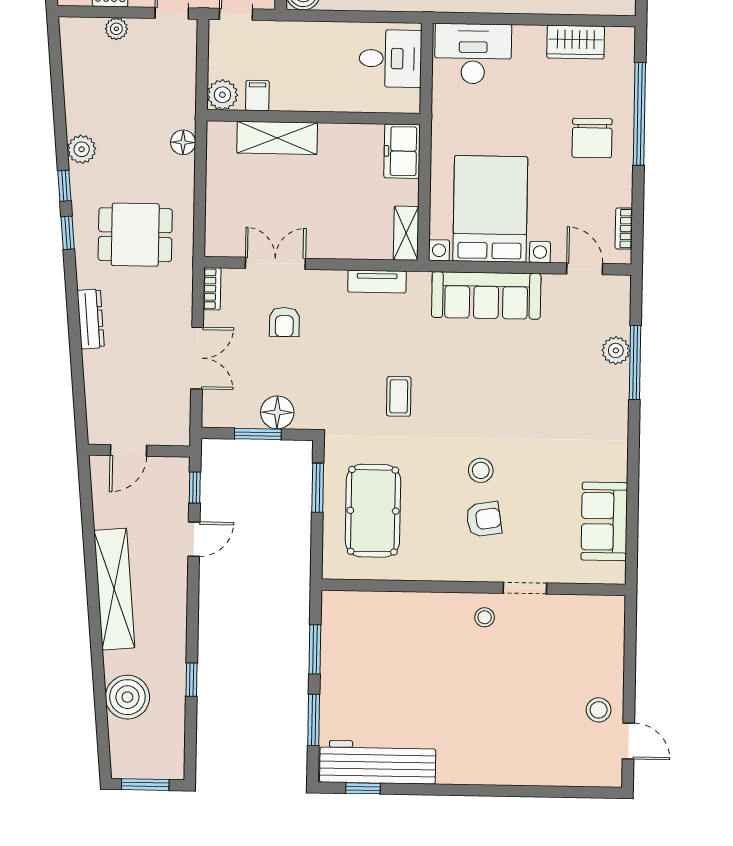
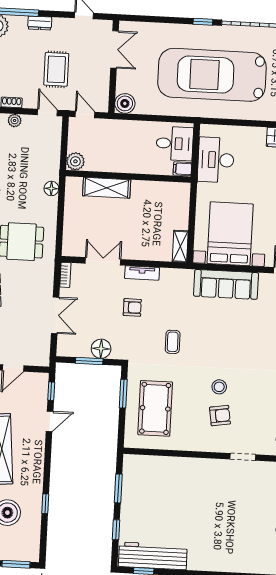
desk: (473, 54) -> (216, 160), moved, turned -90
filing cabinet: (257, 96) -> (182, 169), moved, turned -90
freezer: (402, 151) -> (180, 198), removed
tv unit: (377, 282) -> (142, 273), moved
armchair: (284, 322) -> (132, 307), moved, turned -90
stool: (485, 617) -> (218, 473), removed
window: (314, 720) -> (116, 530), width x0.67

